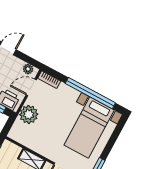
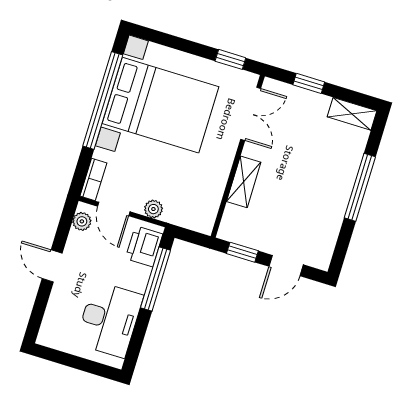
plant: (29, 114) -> (153, 209), width x0.53, depth x0.53
bed with nightstands: (89, 127) -> (160, 105), width x1.36

